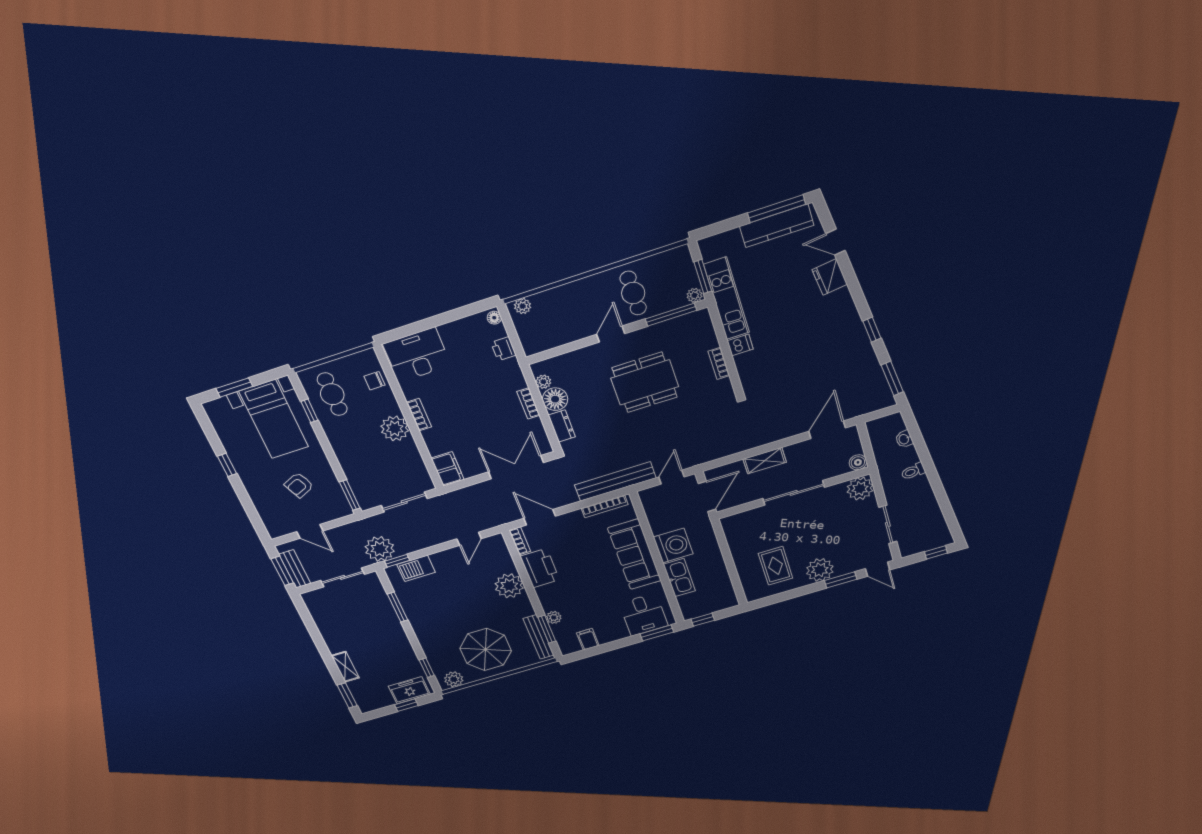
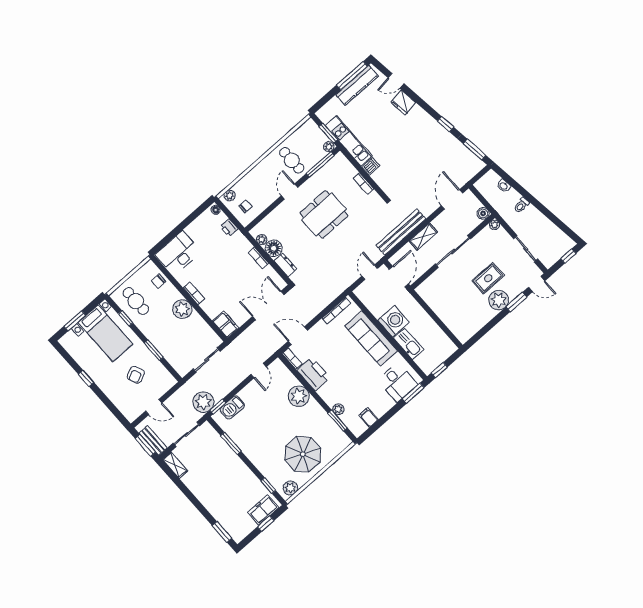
chair: (539, 329) -> (245, 206), added
bench: (615, 482) -> (401, 232), moved
plant: (860, 489) -> (494, 225), width x0.53, depth x0.53
window: (350, 495) -> (154, 350), moved
rug: (776, 566) -> (488, 278), moved, turned 90
bench: (539, 637) -> (335, 429), removed
shelving: (345, 667) -> (175, 465), moved

